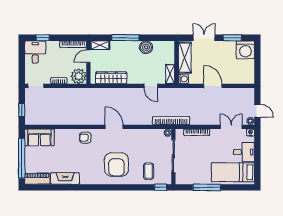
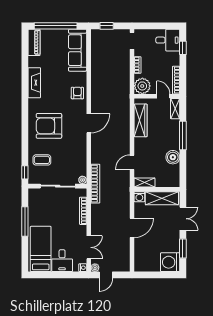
sofa: (39, 137) -> (78, 50), width x1.36
fireplace: (65, 178) -> (34, 83), moved

